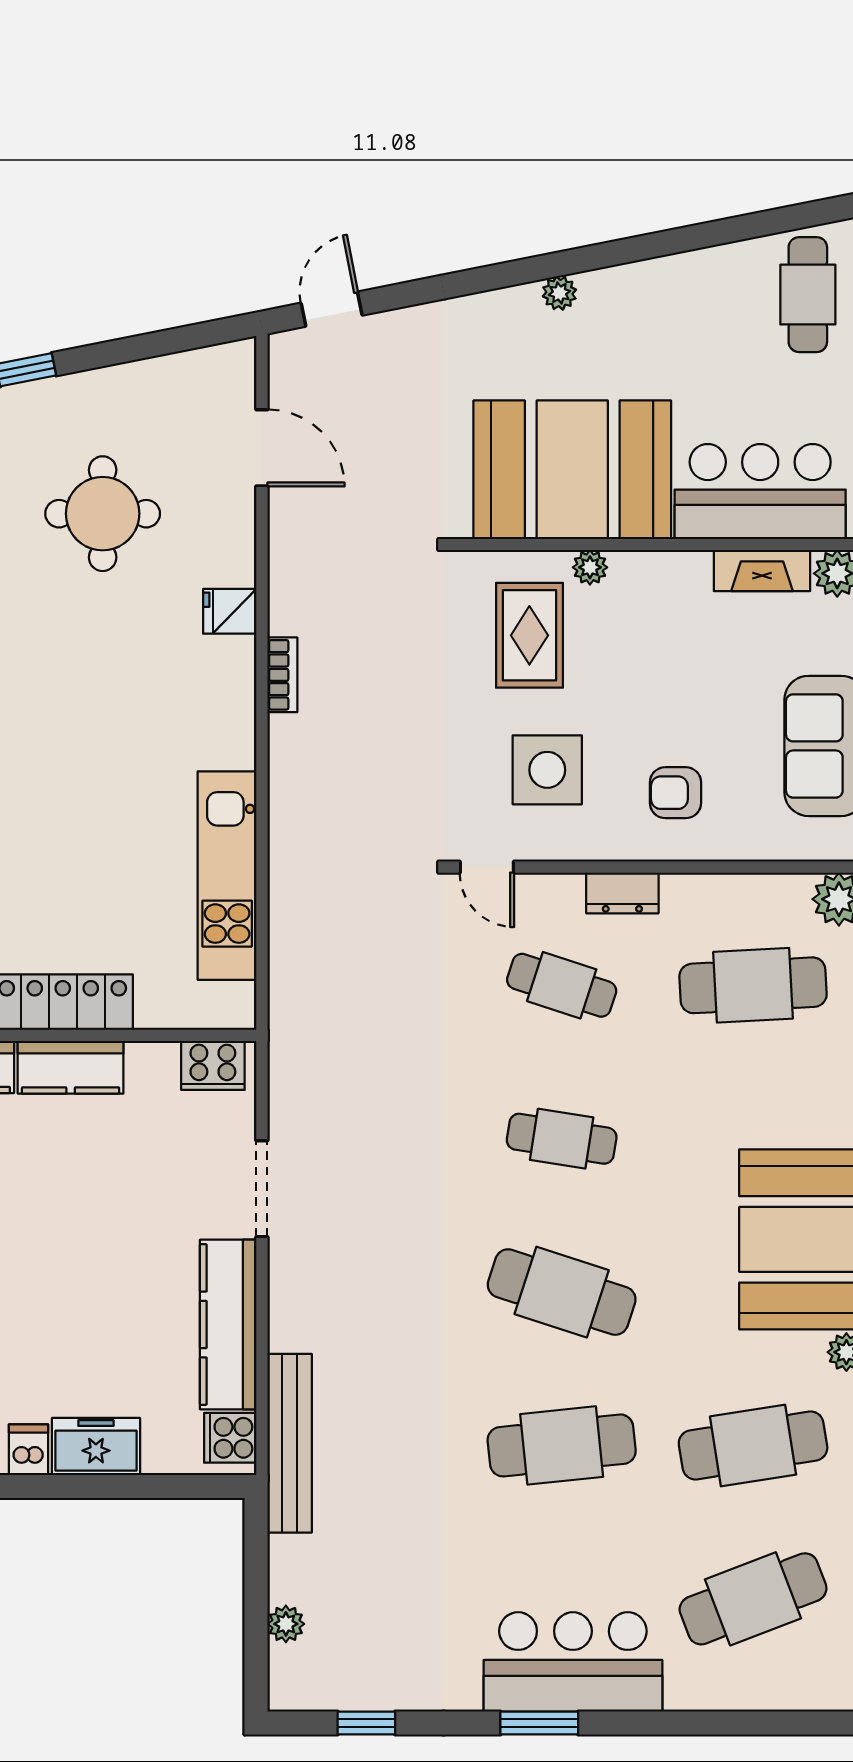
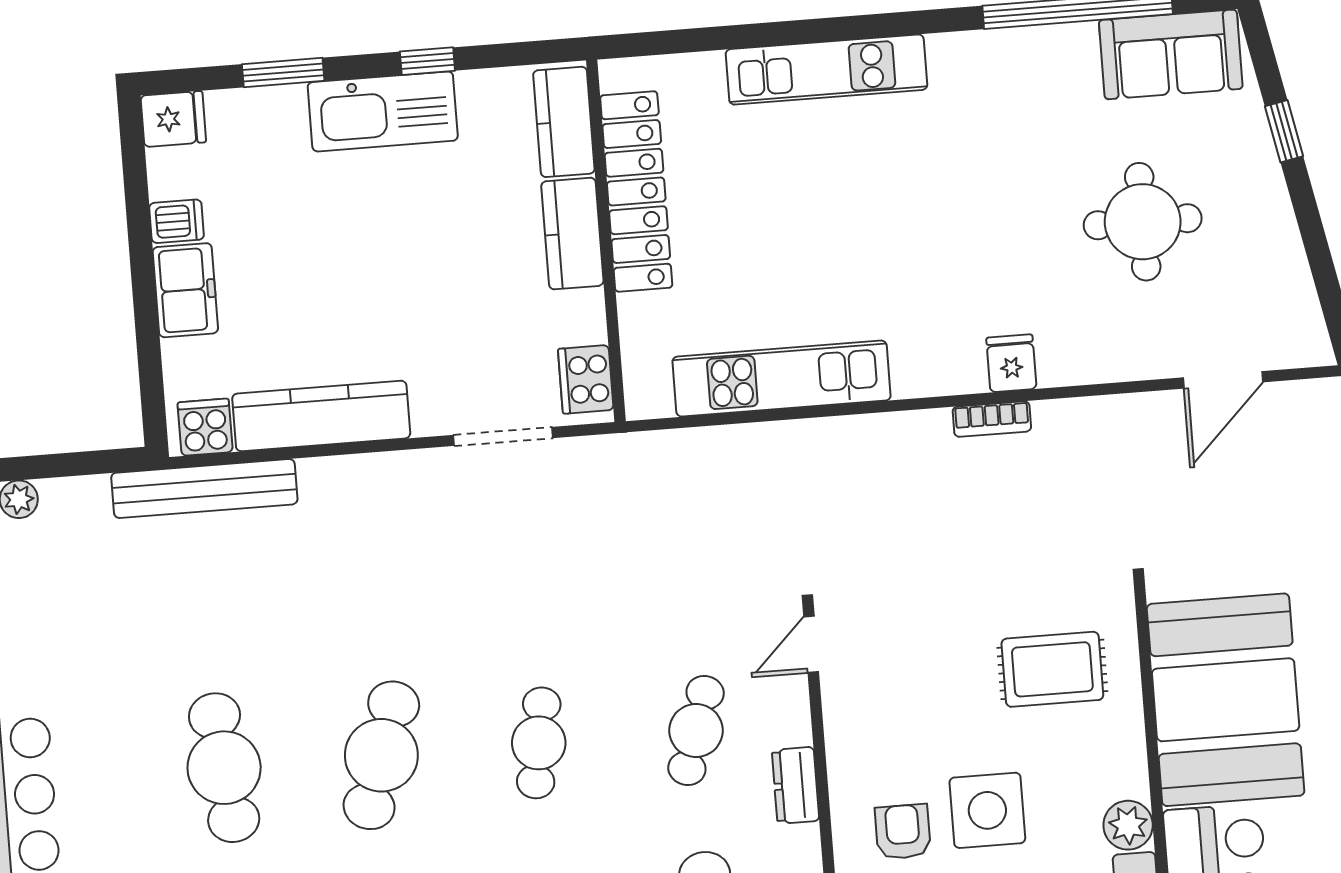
plant: (590, 567) -> (1128, 825), moved, width x1.38, depth x1.38
fridge: (230, 611) -> (1011, 363), moved
side table: (547, 770) -> (987, 810), moved
doorway: (262, 1189) -> (503, 436), moved

